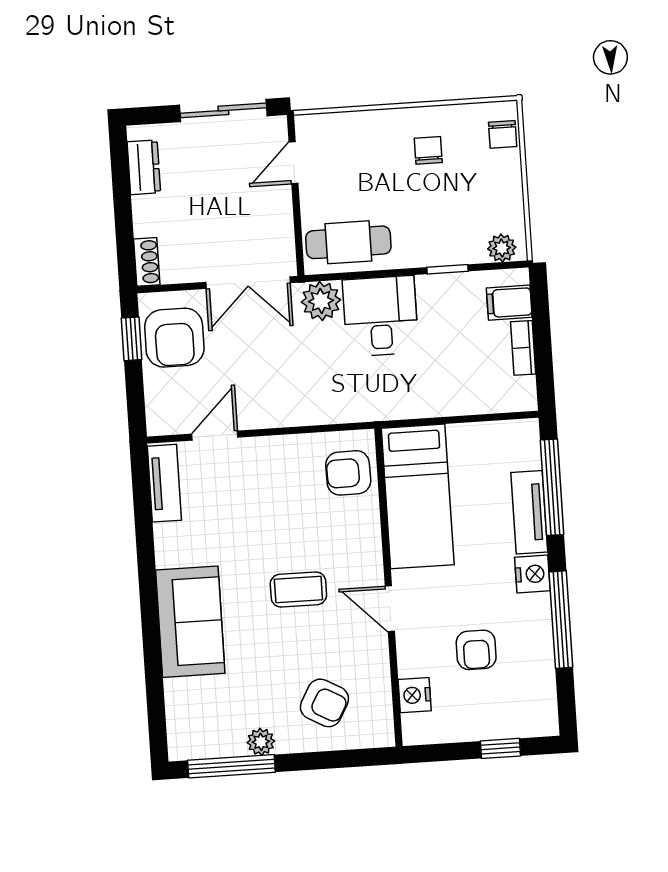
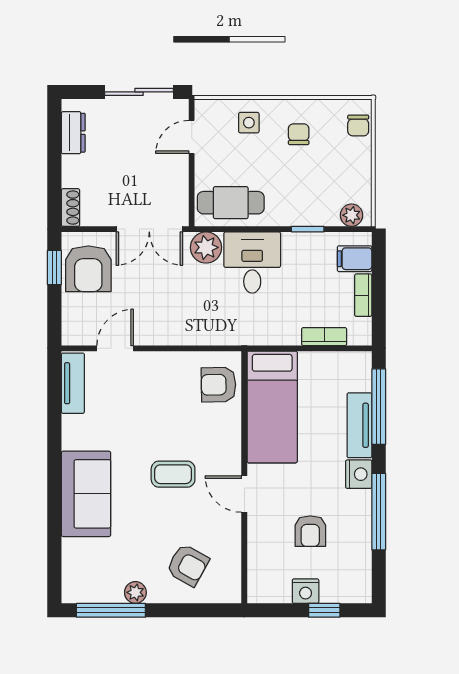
side table: (365, 140) -> (249, 123), added
bookcase: (477, 403) -> (324, 337), added
nightstand: (415, 695) -> (306, 591), moved, turned -90

